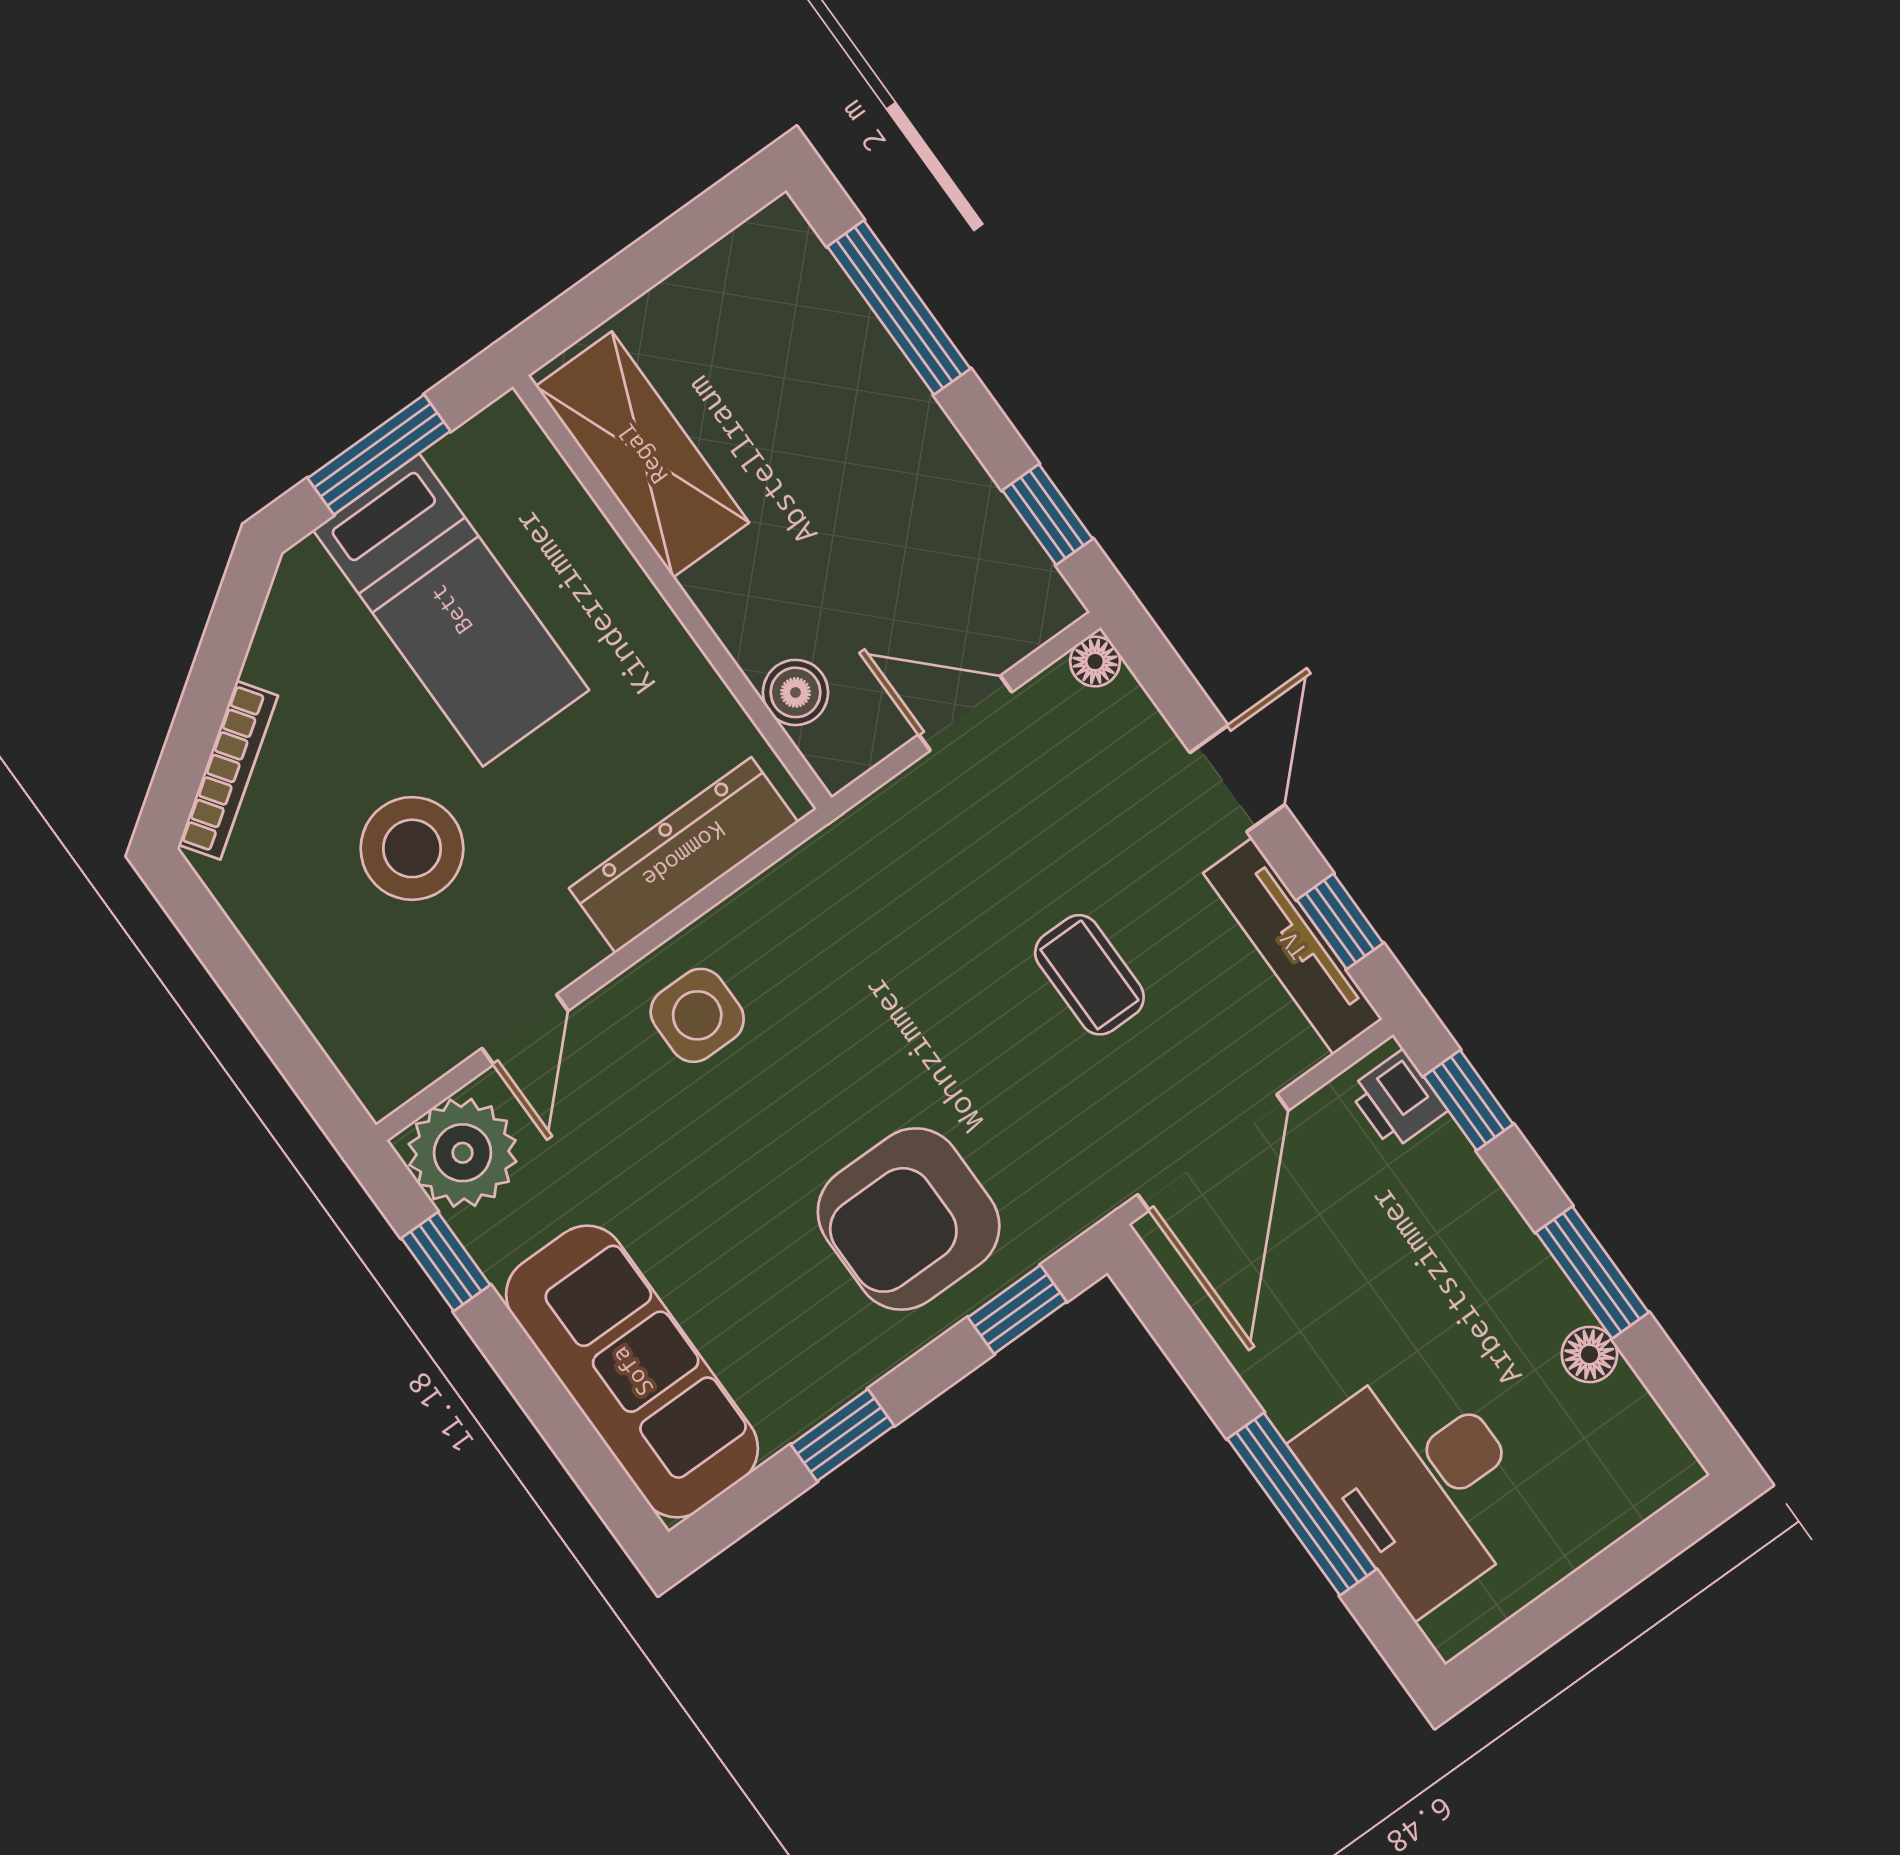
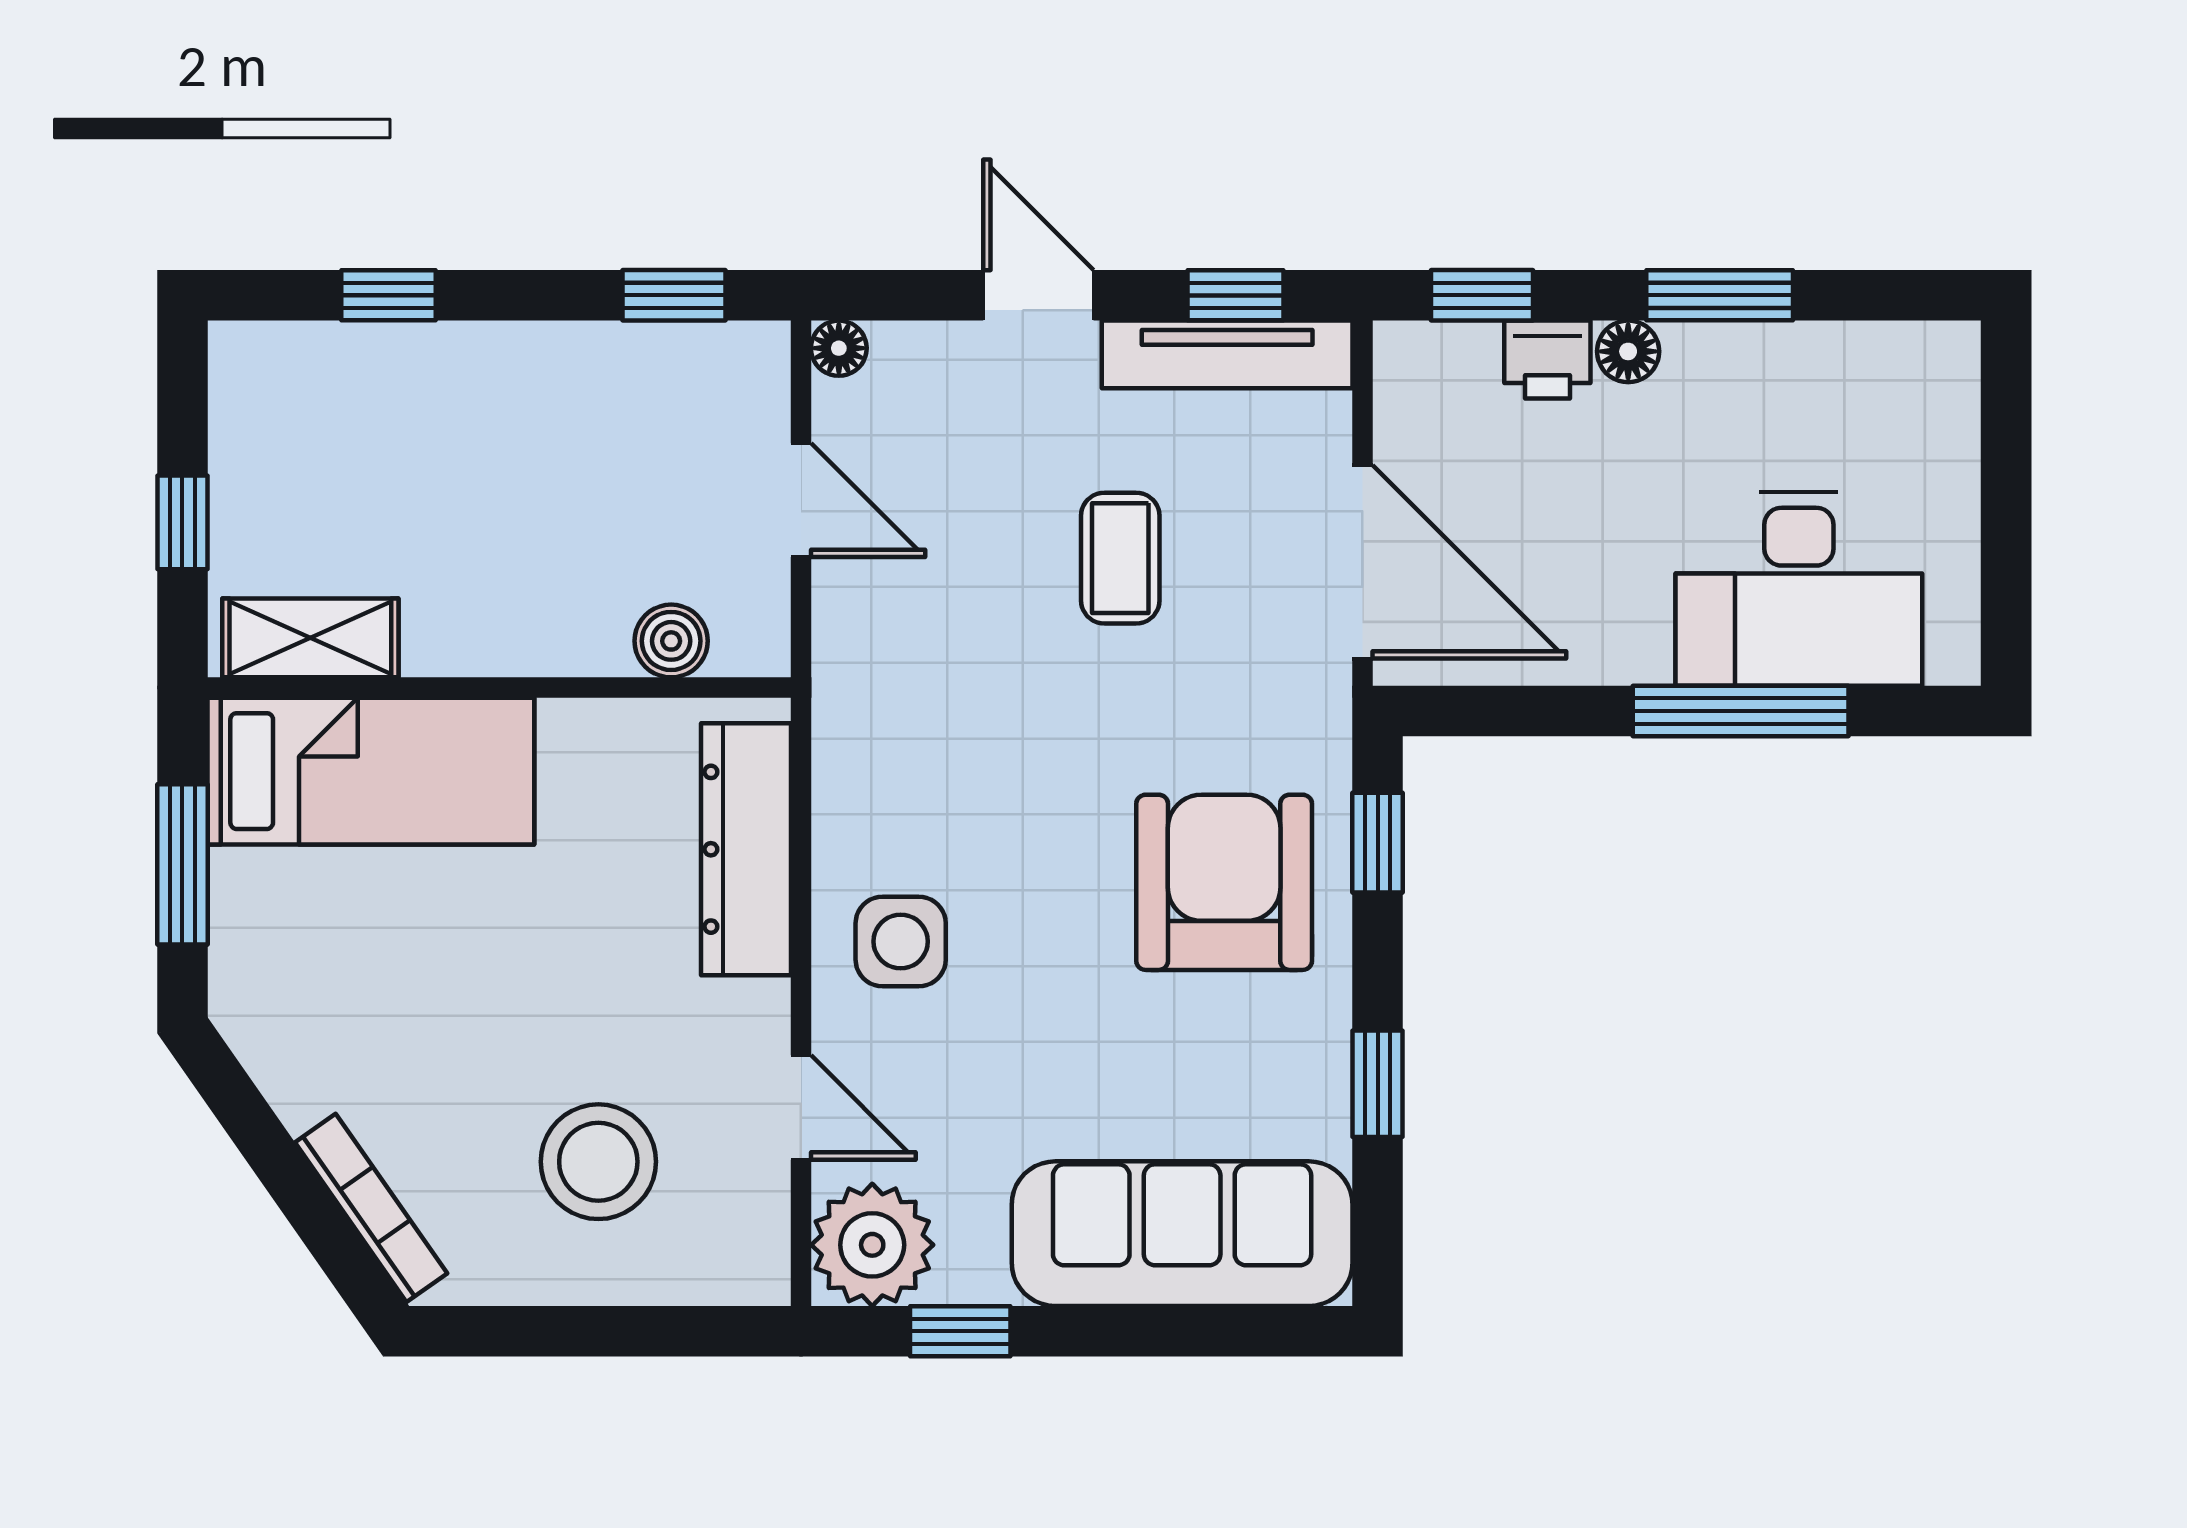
window: (627, 277) -> (182, 522), added
window: (899, 308) -> (389, 295), width x0.46
shelving: (642, 454) -> (310, 638), width x0.67, depth x0.75
bed: (451, 610) -> (371, 771), moved
door: (965, 713) -> (801, 500), swing flipped
stool: (412, 848) -> (598, 1162), moved
coffee table: (1089, 975) -> (1120, 558), turned 90
printer: (1398, 1100) -> (1547, 360), moved
armchair: (909, 1219) -> (1224, 882), turned 180
floor lamp: (1589, 1354) -> (1628, 351), moved

